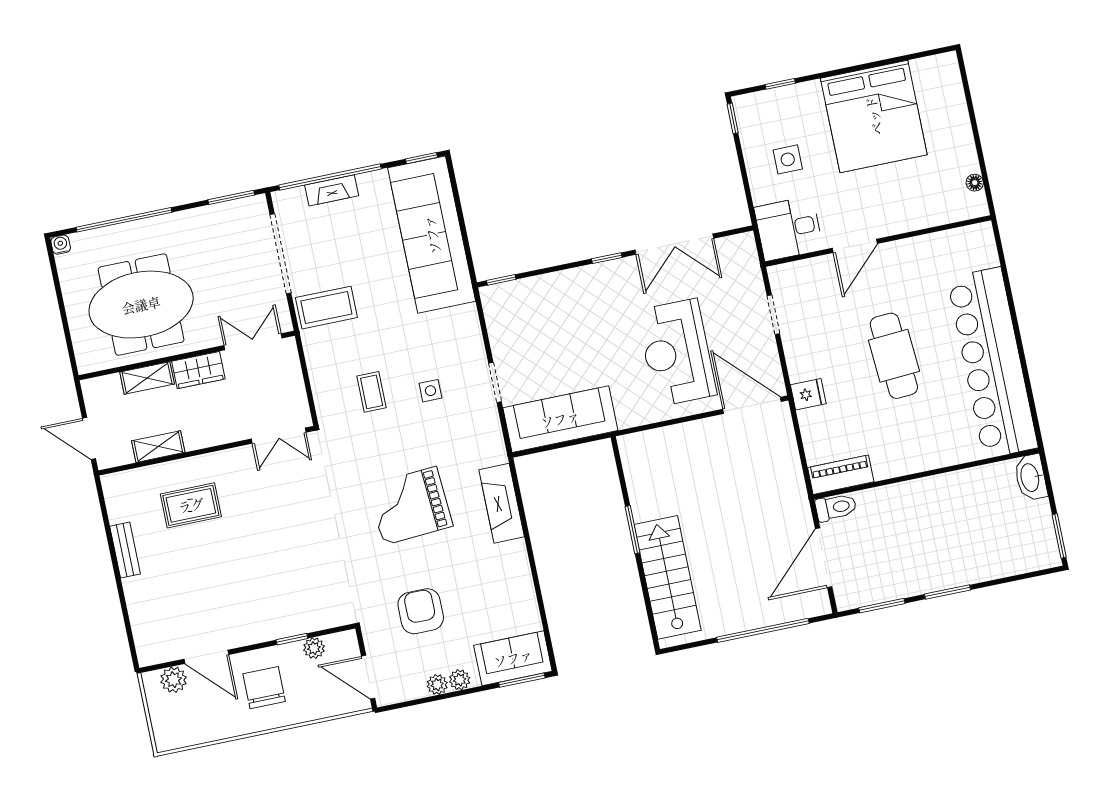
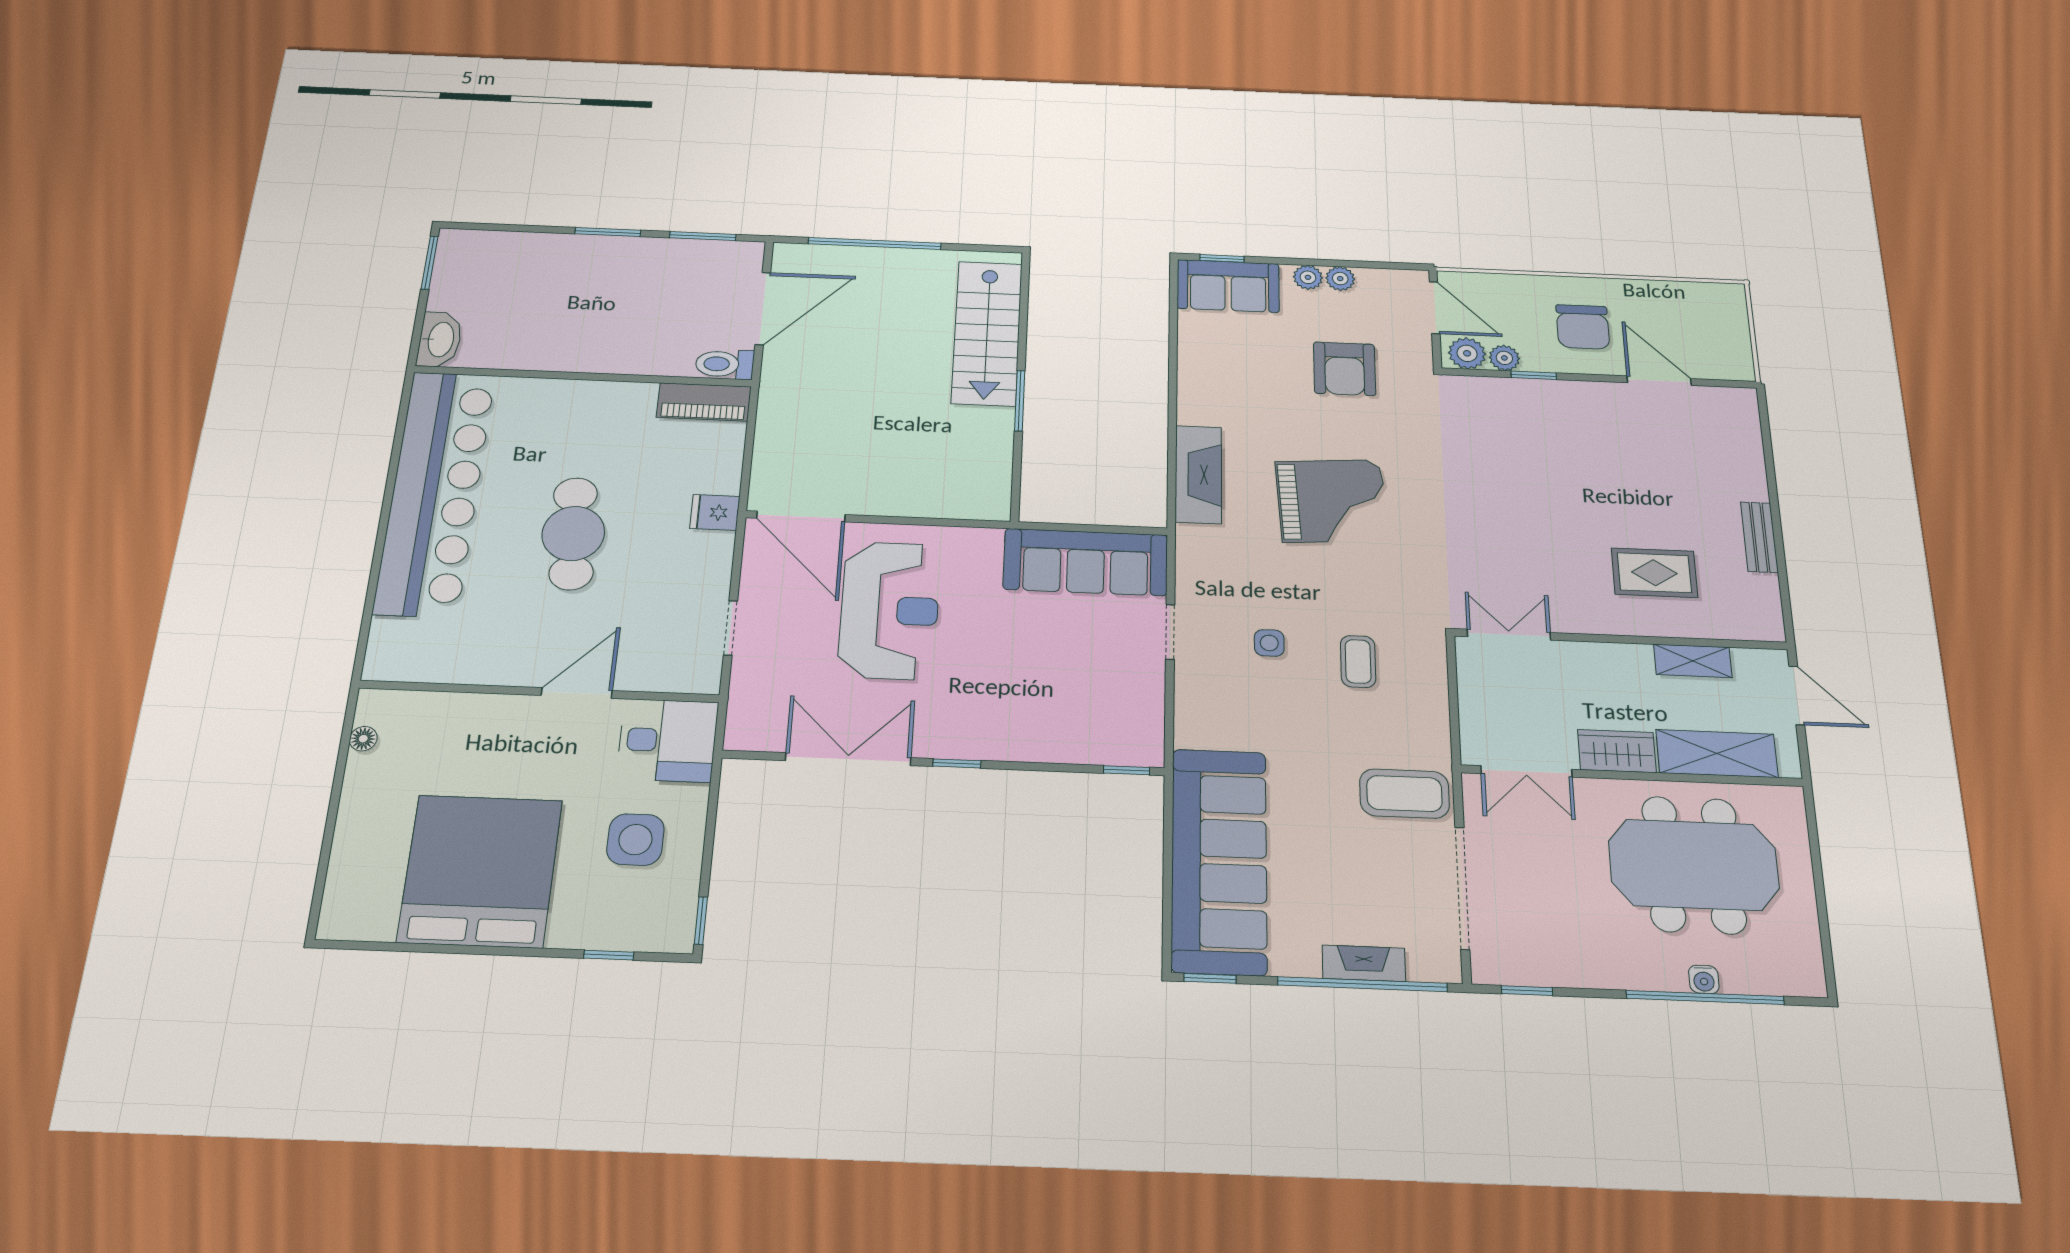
side table: (788, 159) -> (635, 840), width x1.37, depth x1.37
window: (231, 197) -> (1527, 991), width x0.67
water cooler: (61, 245) -> (1704, 979), moved
shelving: (147, 378) -> (1717, 753), width x1.50, depth x1.33
plant: (174, 680) -> (1467, 353), moved
window: (522, 680) -> (1222, 258), width x0.67

